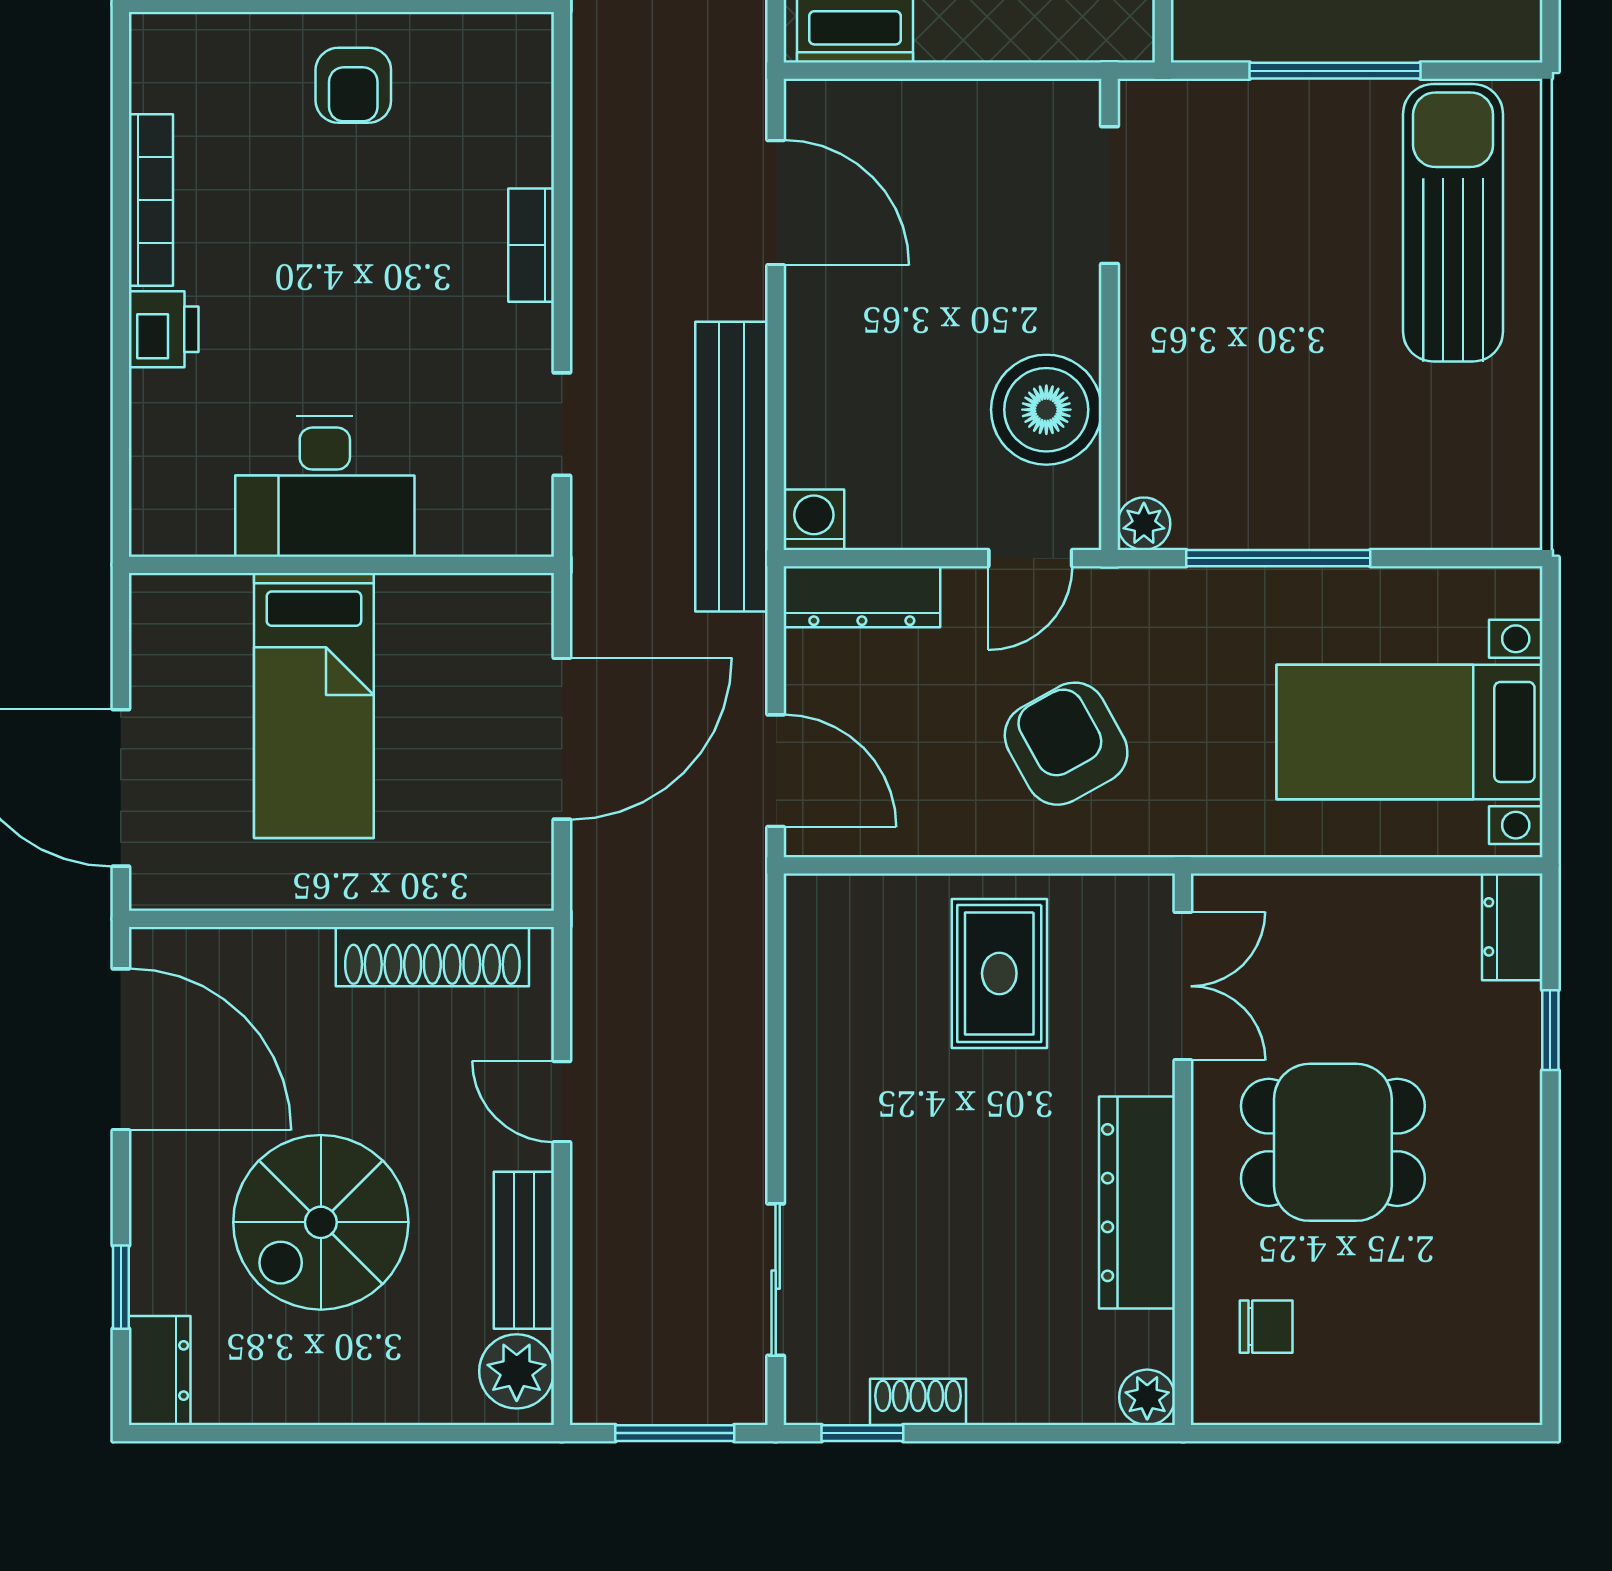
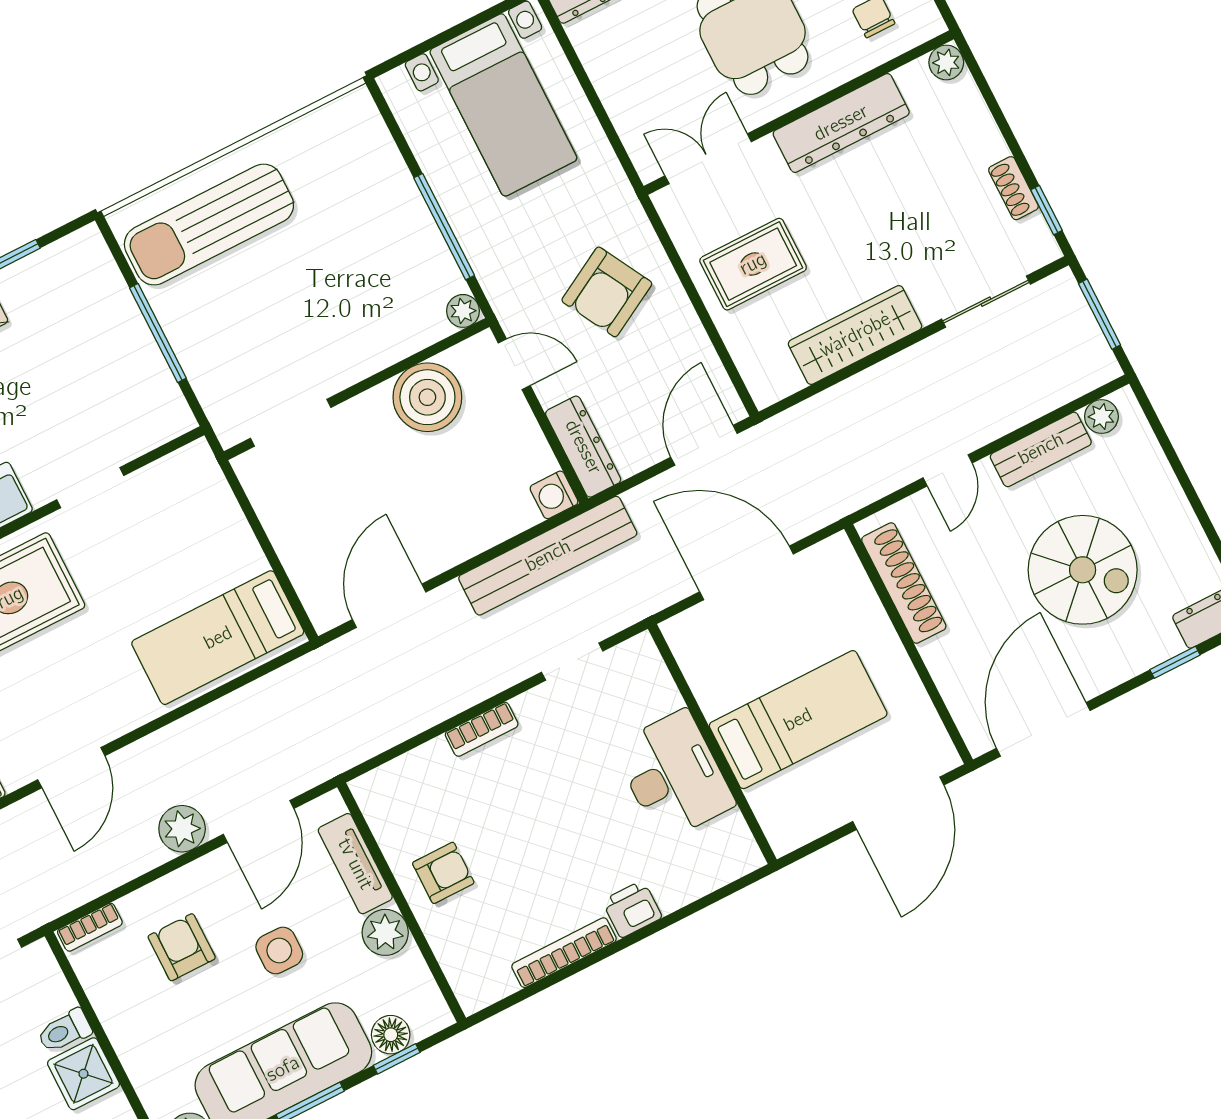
wardrobe: (823, 1068) -> (855, 335), added
plant: (517, 1371) -> (1101, 416), width x0.73, depth x0.73

